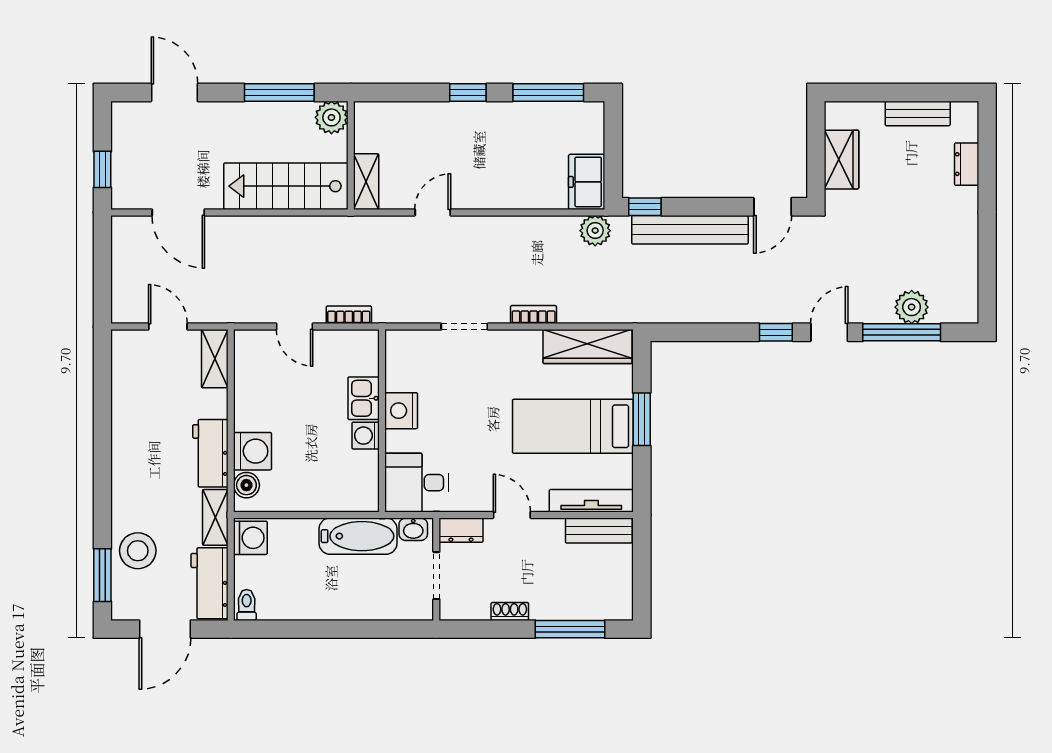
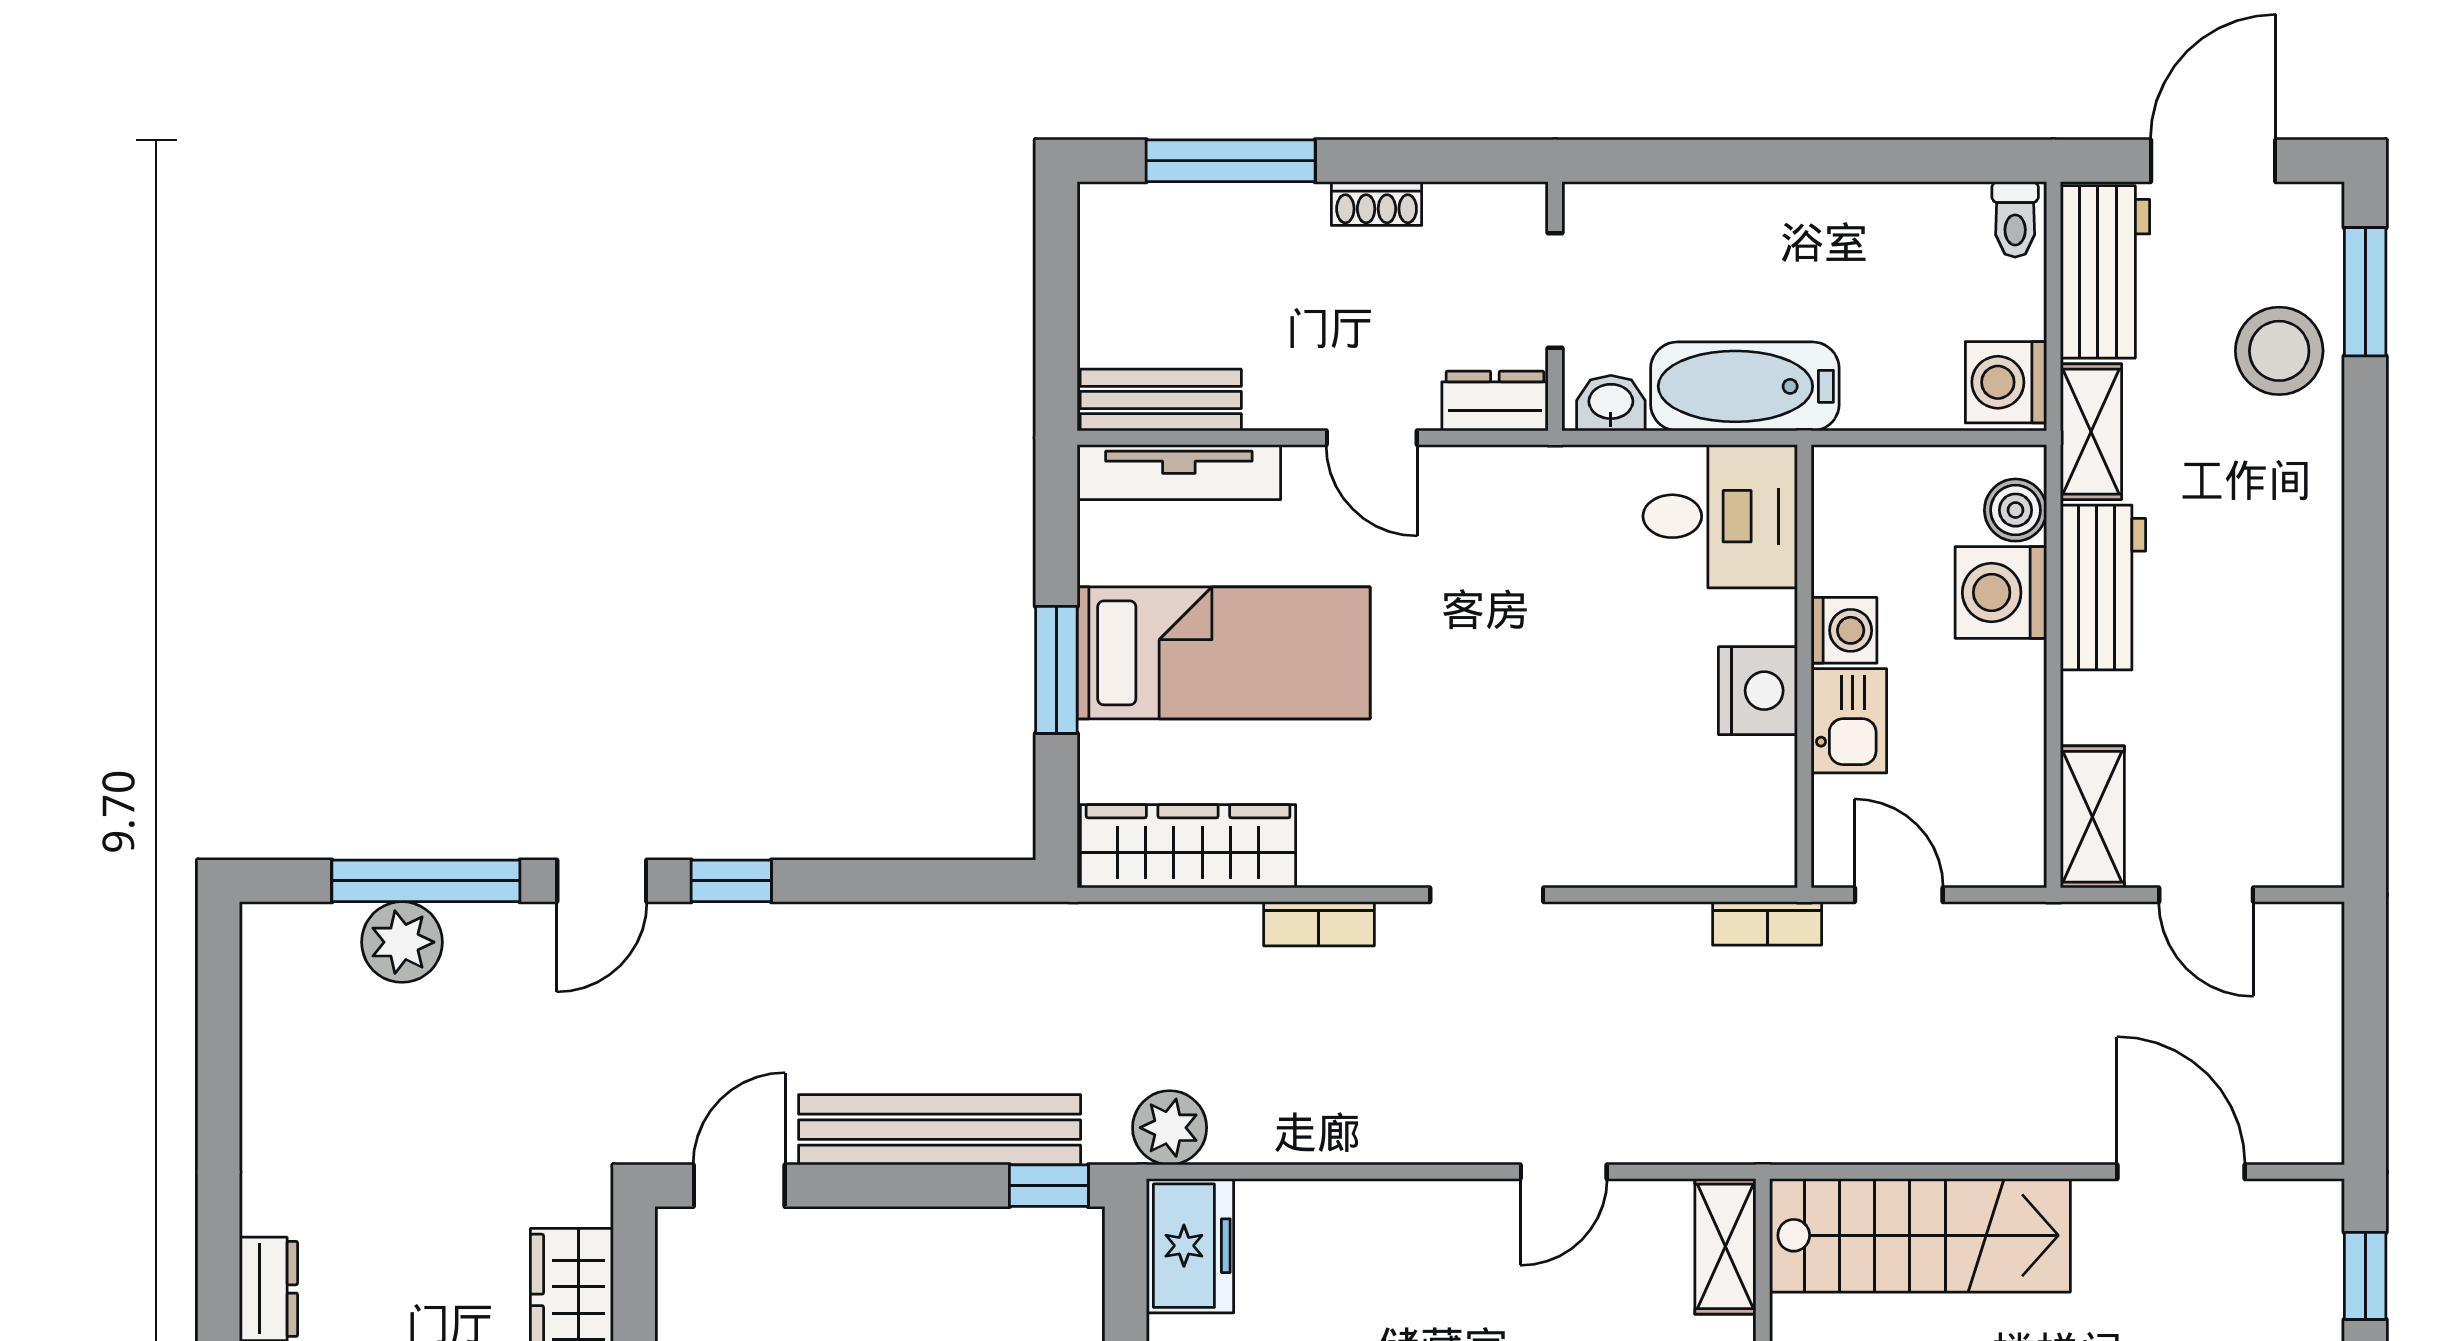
kitchen sink: (364, 398) -> (1849, 721), moved
nightstand: (401, 411) -> (1758, 691), moved
wall: (382, 421) -> (1804, 666), moved
washing machine: (366, 436) -> (1844, 630), moved
desk: (417, 483) -> (1720, 516), moved

